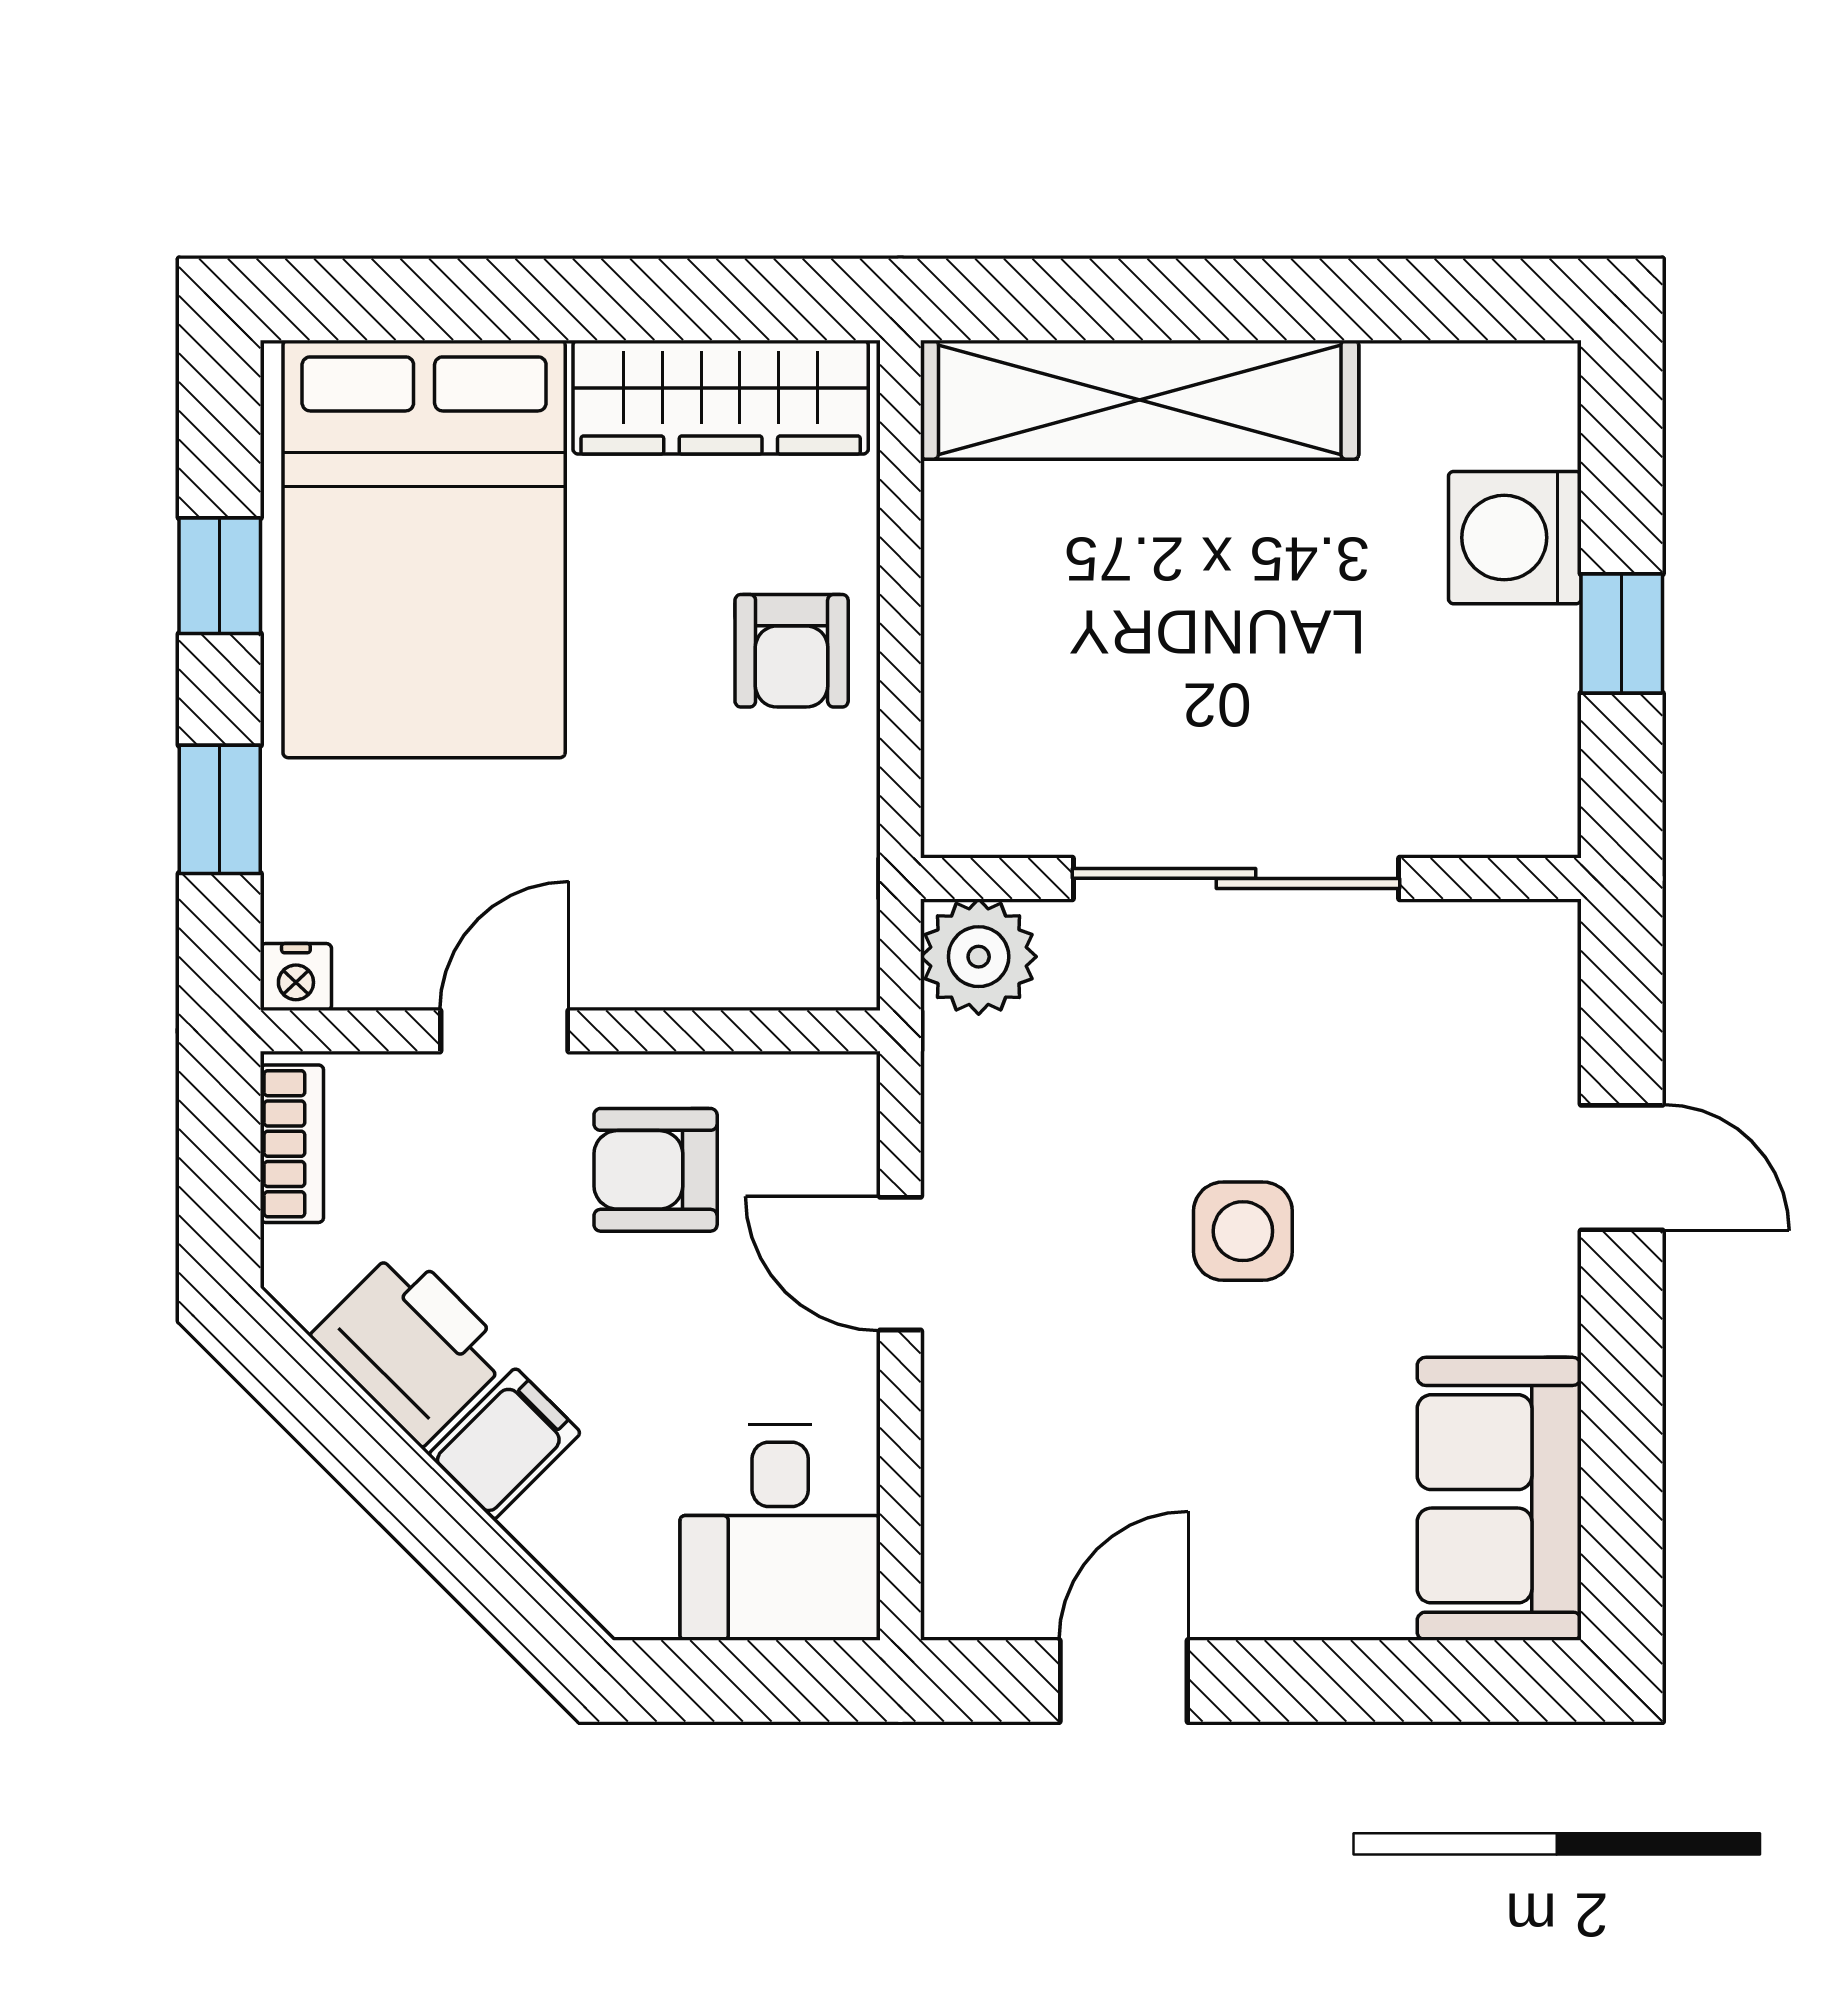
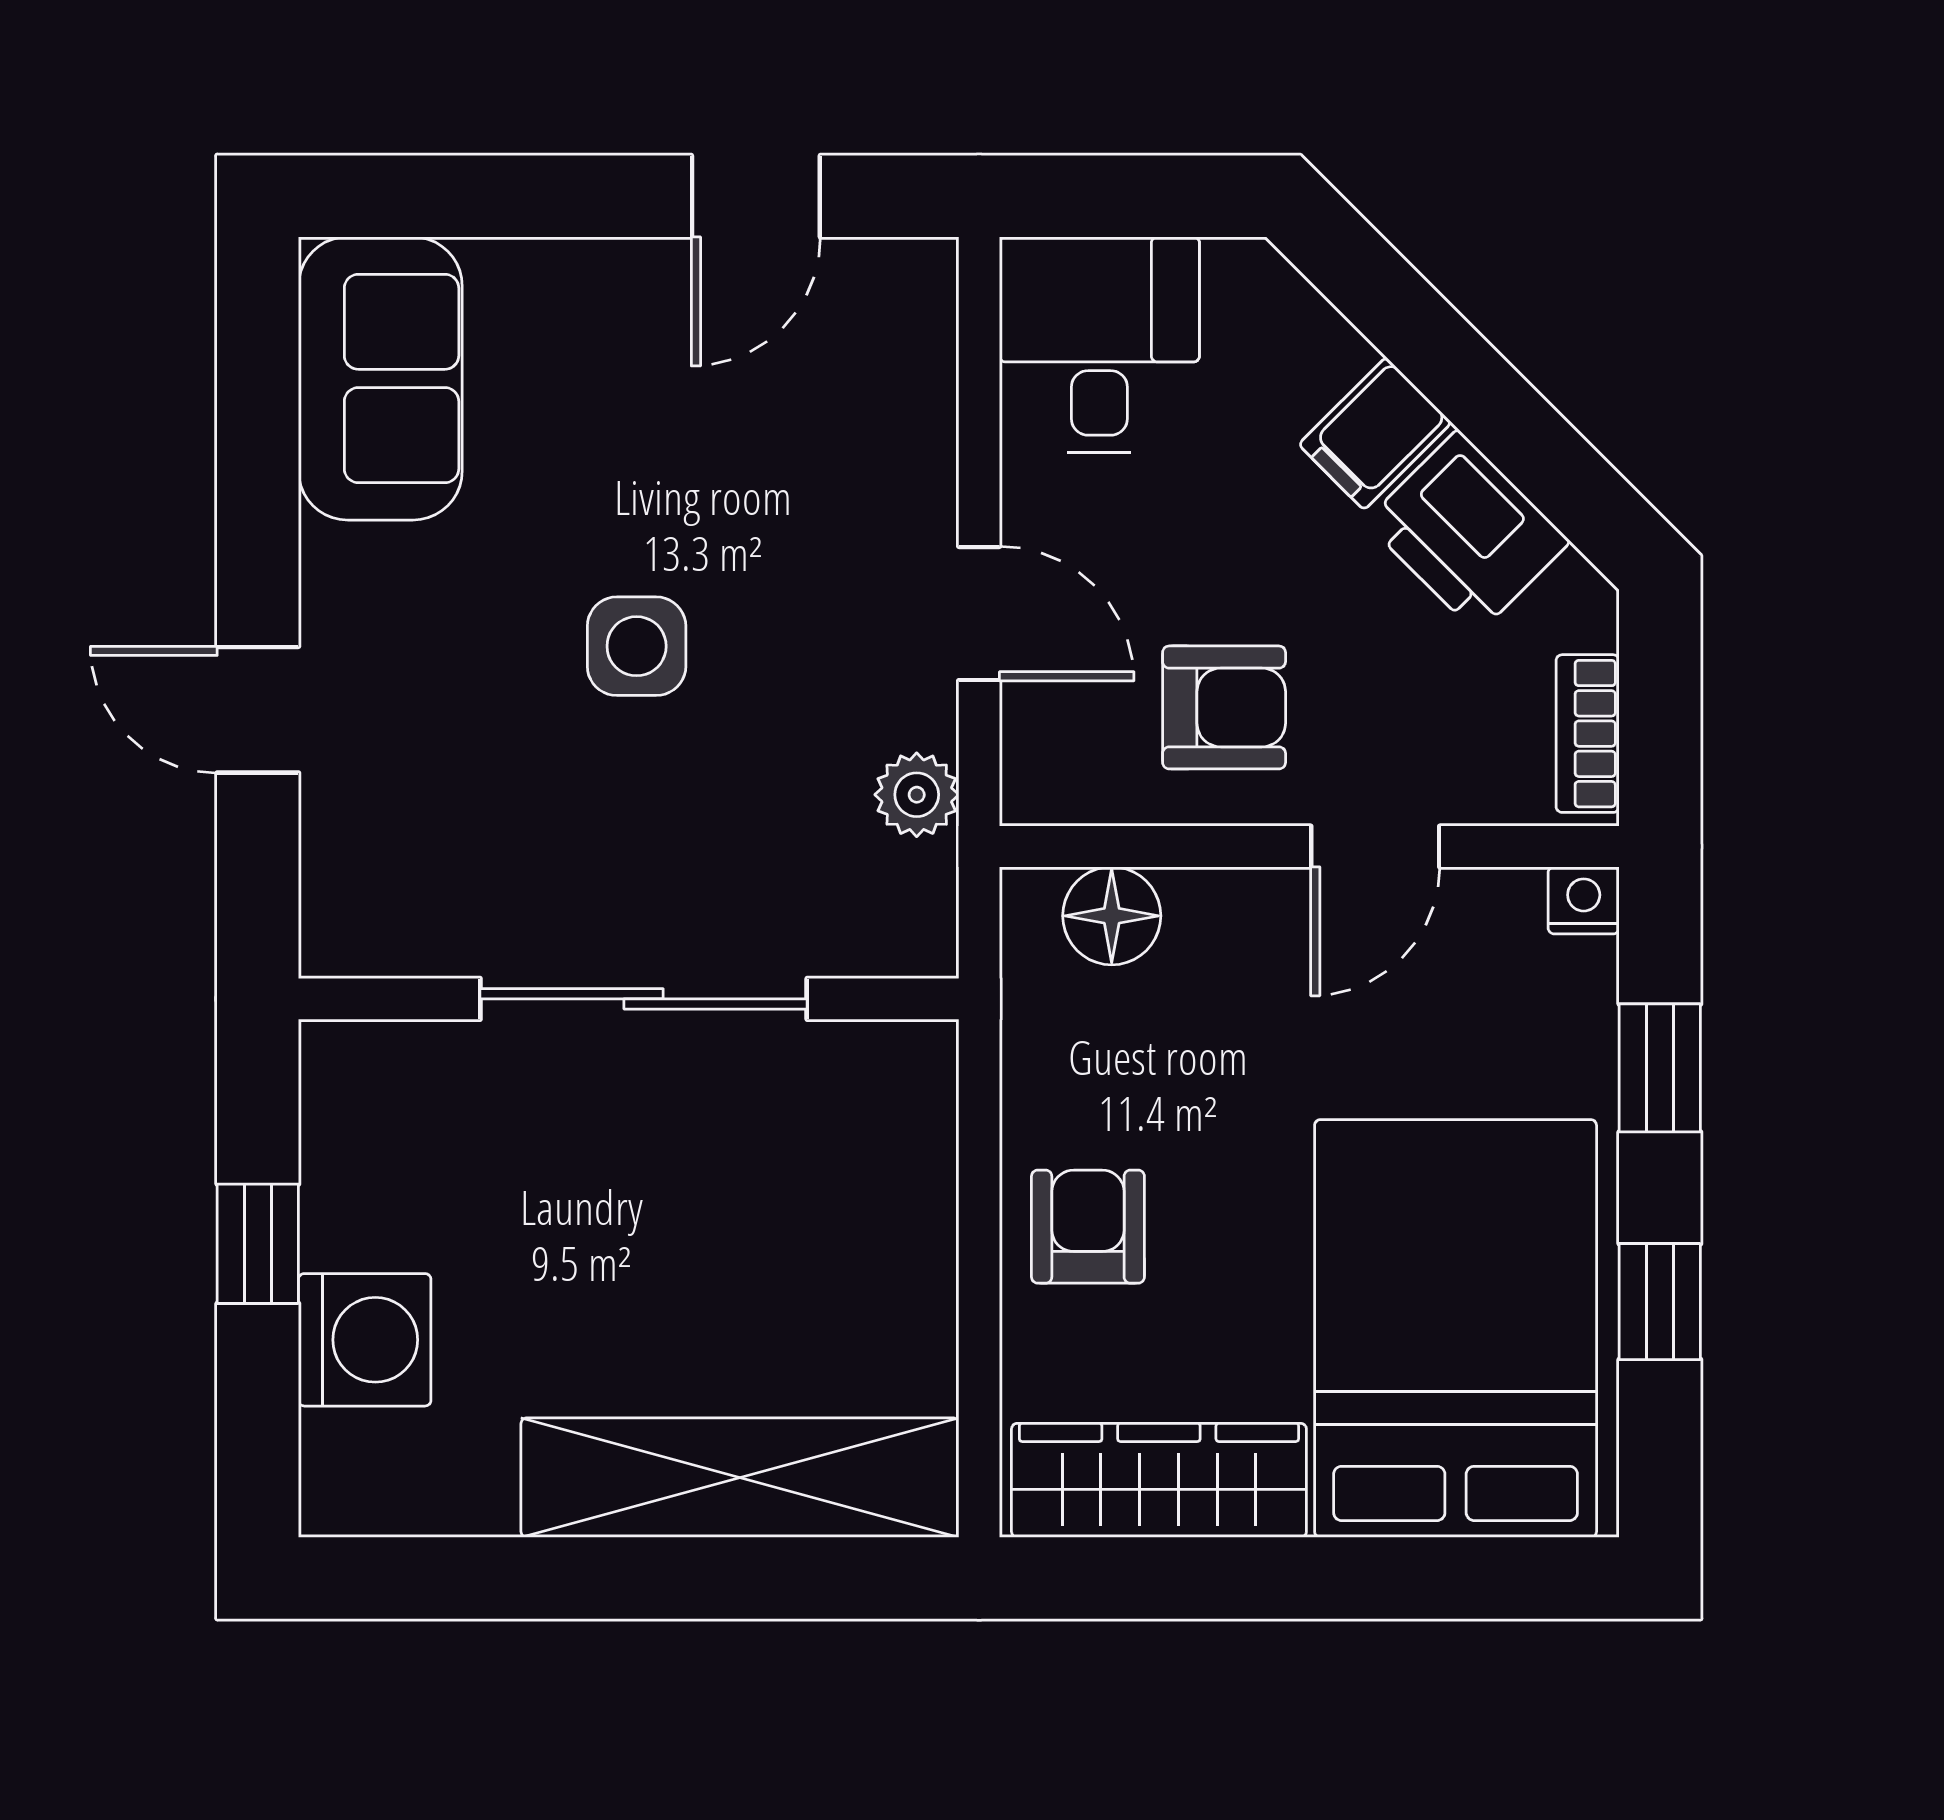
plant: (979, 957) -> (917, 795), moved, width x0.73, depth x0.73
floor lamp: (768, 961) -> (1112, 916), added

